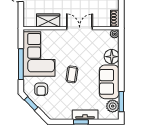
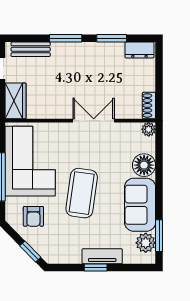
wardrobe: (48, 20) -> (15, 101), moved, turned 90
coffee table: (72, 74) -> (82, 193), width x1.86, depth x1.72
window: (31, 103) -> (30, 251), moved

